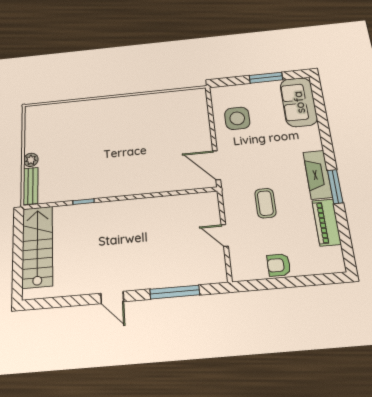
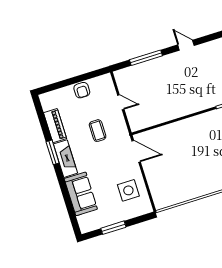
sofa: (299, 102) -> (81, 194), moved
armchair: (279, 265) -> (82, 90), turned 90

